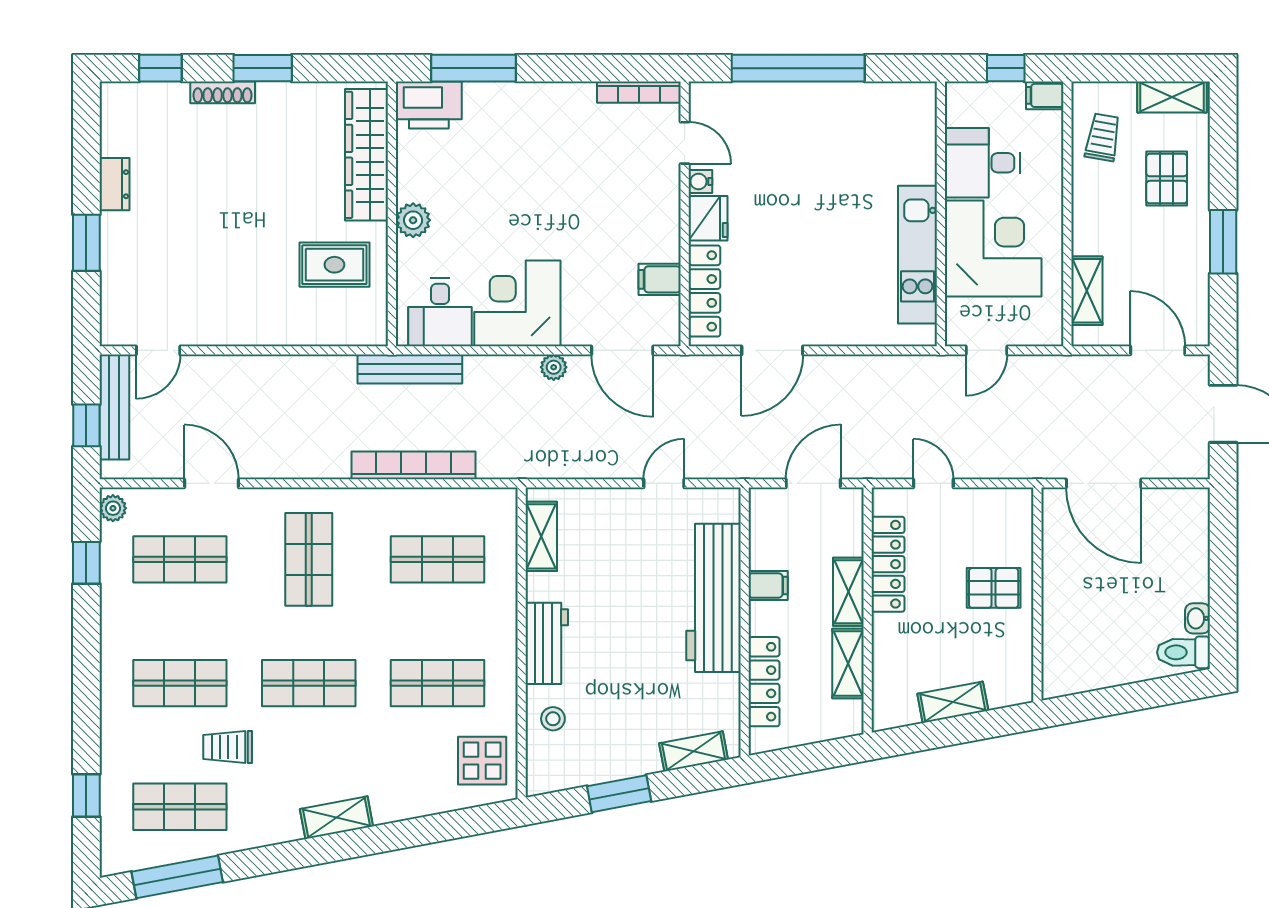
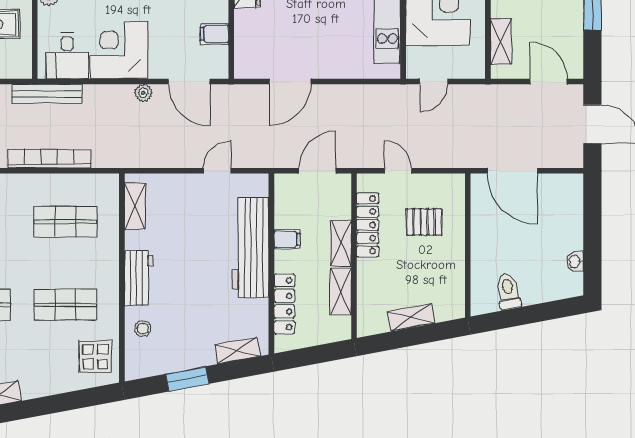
locker: (704, 291) -> (244, 42), removed
pallet: (994, 588) -> (424, 222), moved
toilet: (1183, 652) -> (508, 291), moved, turned 79

